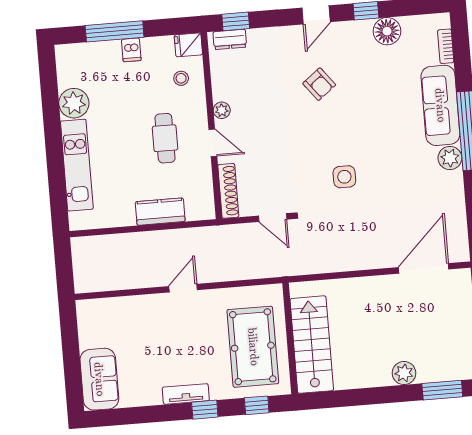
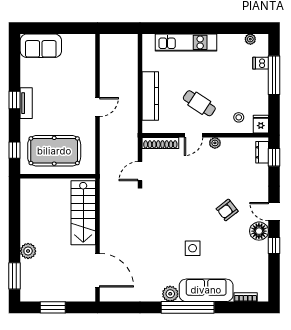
floor lamp: (387, 31) -> (259, 231), moved
dishwasher: (131, 50) -> (261, 63), moved
plant: (74, 103) -> (250, 39), moved, width x0.53, depth x0.53
cafe table: (165, 138) -> (199, 103), turned 33
side table: (344, 177) -> (193, 248), moved
kitchen counter: (160, 212) -> (150, 96), width x1.50
door: (183, 288) -> (97, 107), hinge flipped
stairs: (312, 345) -> (83, 213), moved, turned 90
window: (205, 410) -> (15, 100), moved

